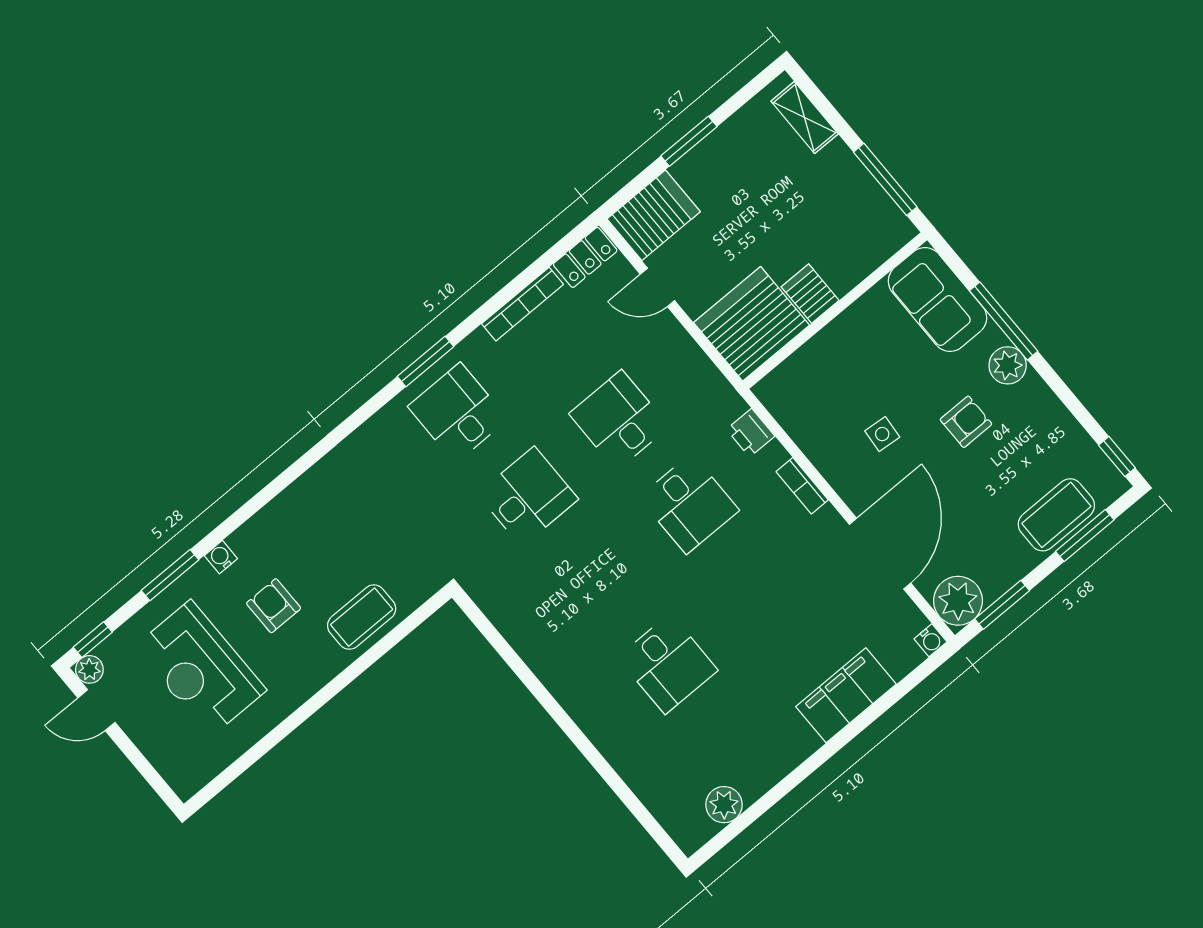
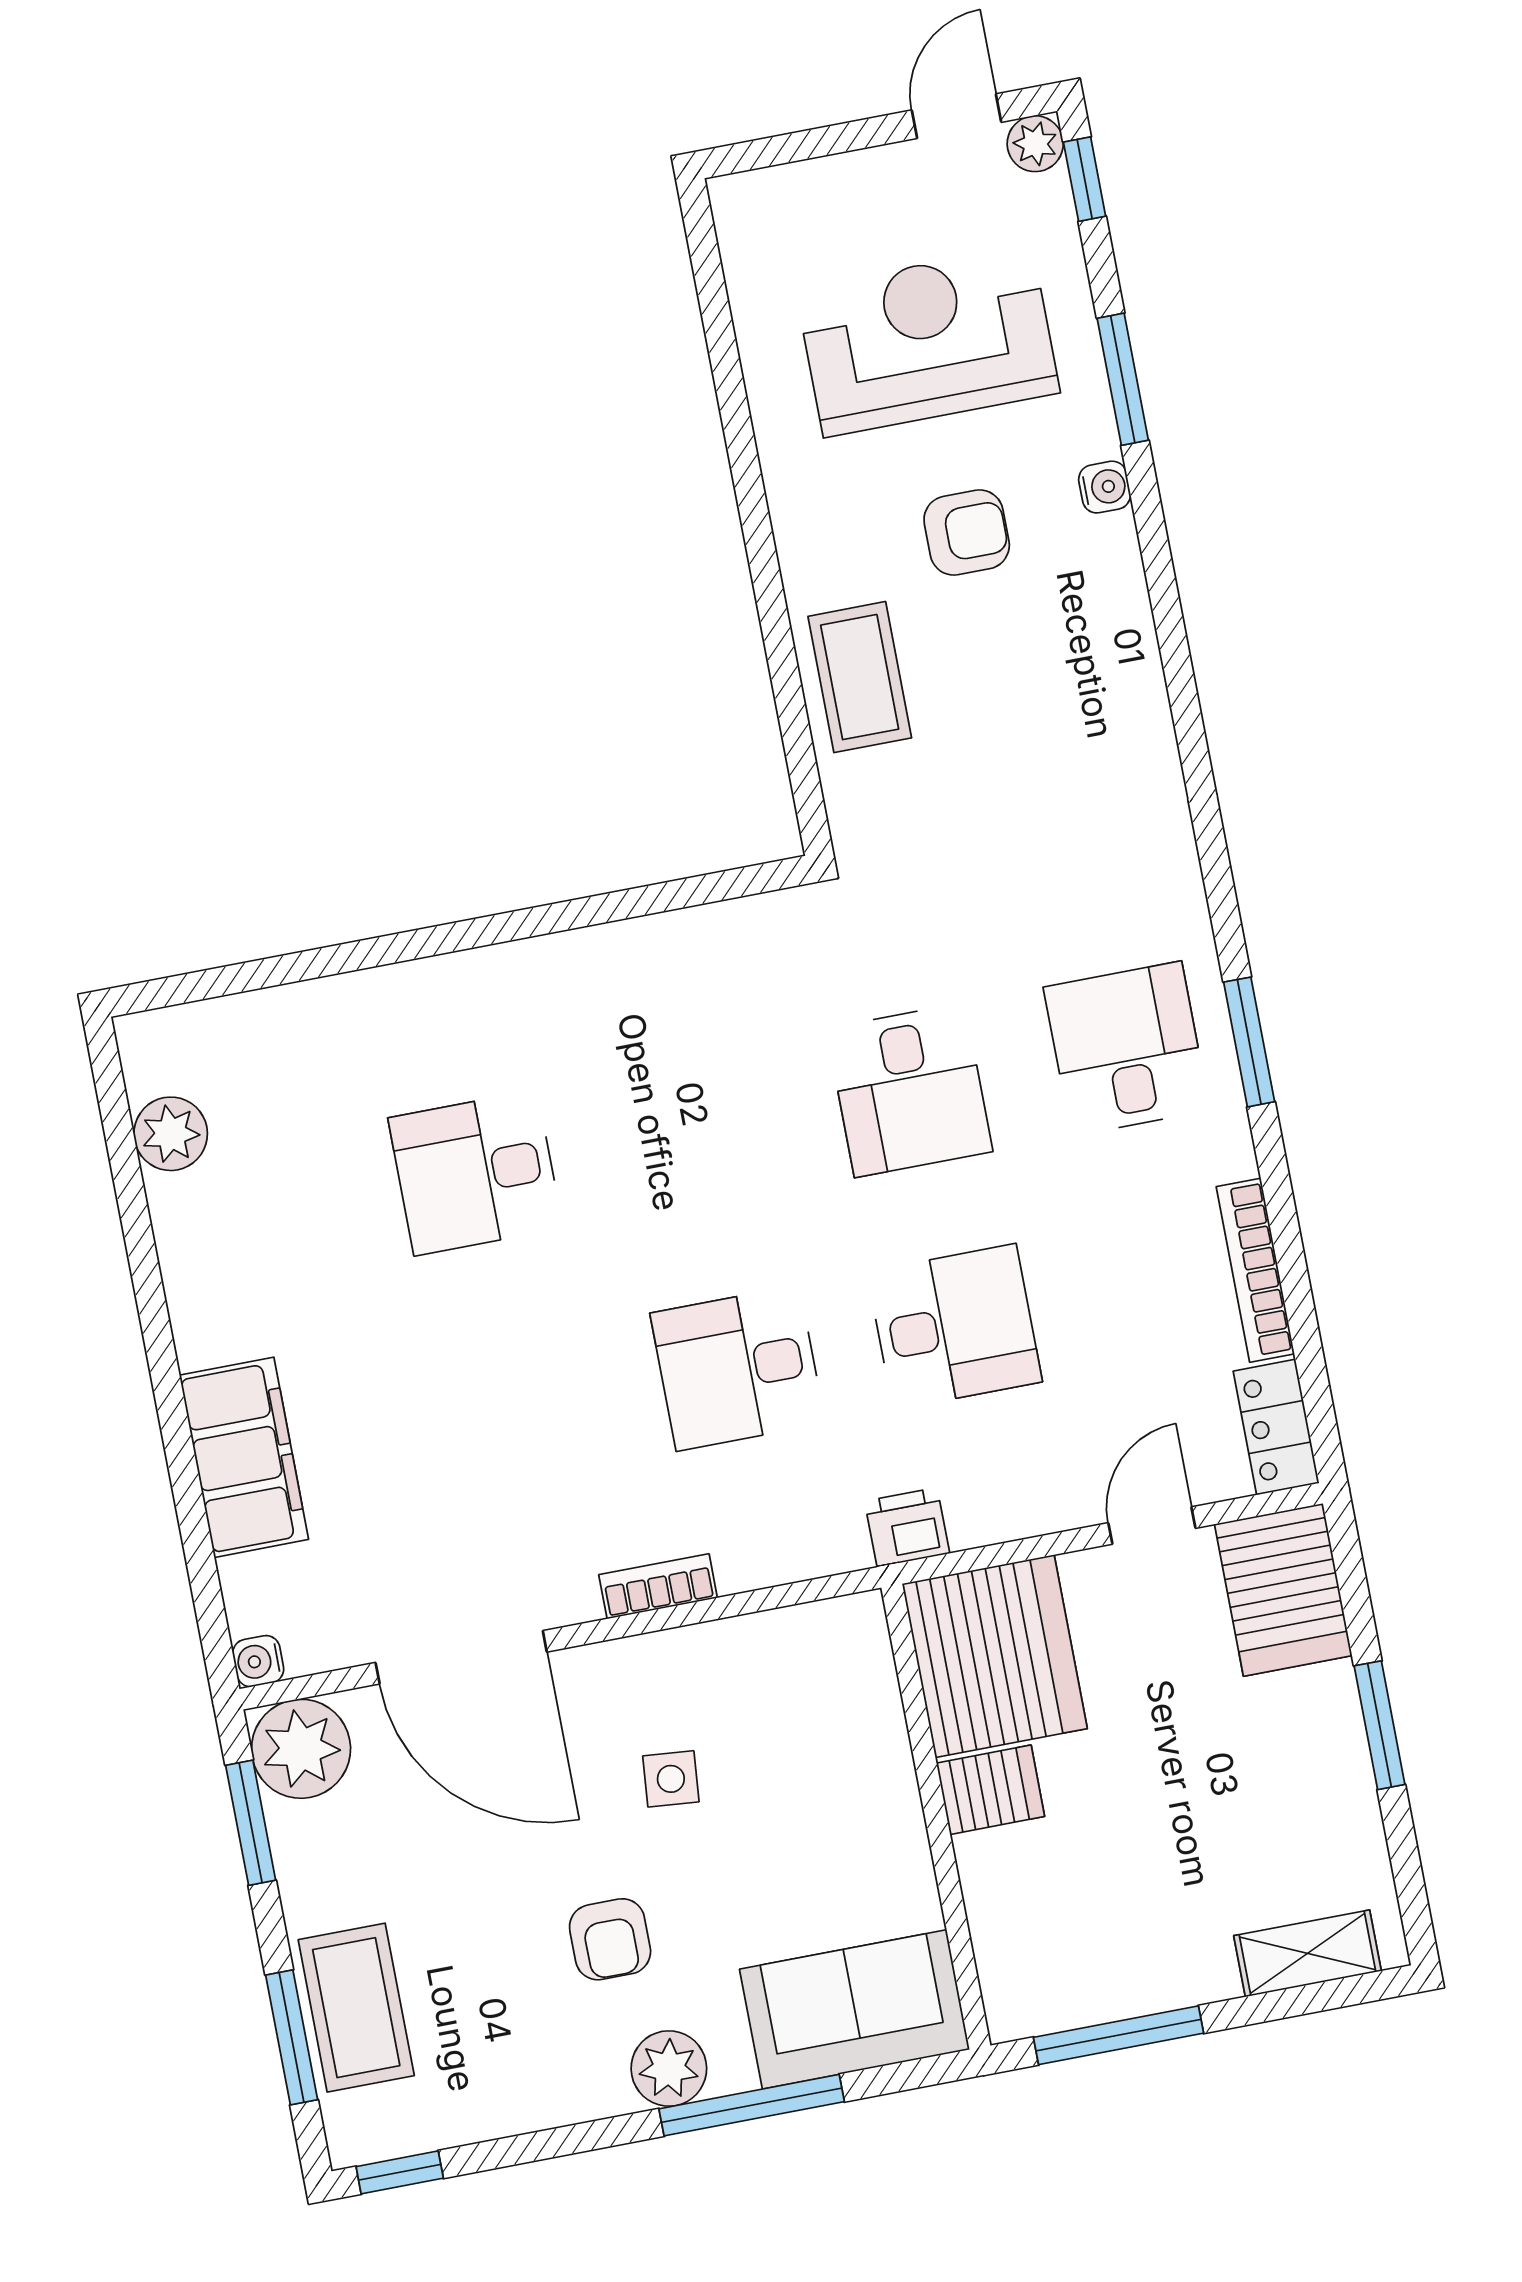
desk: (458, 413) -> (1127, 1049), turned -90
printer: (751, 433) -> (907, 1527), moved

